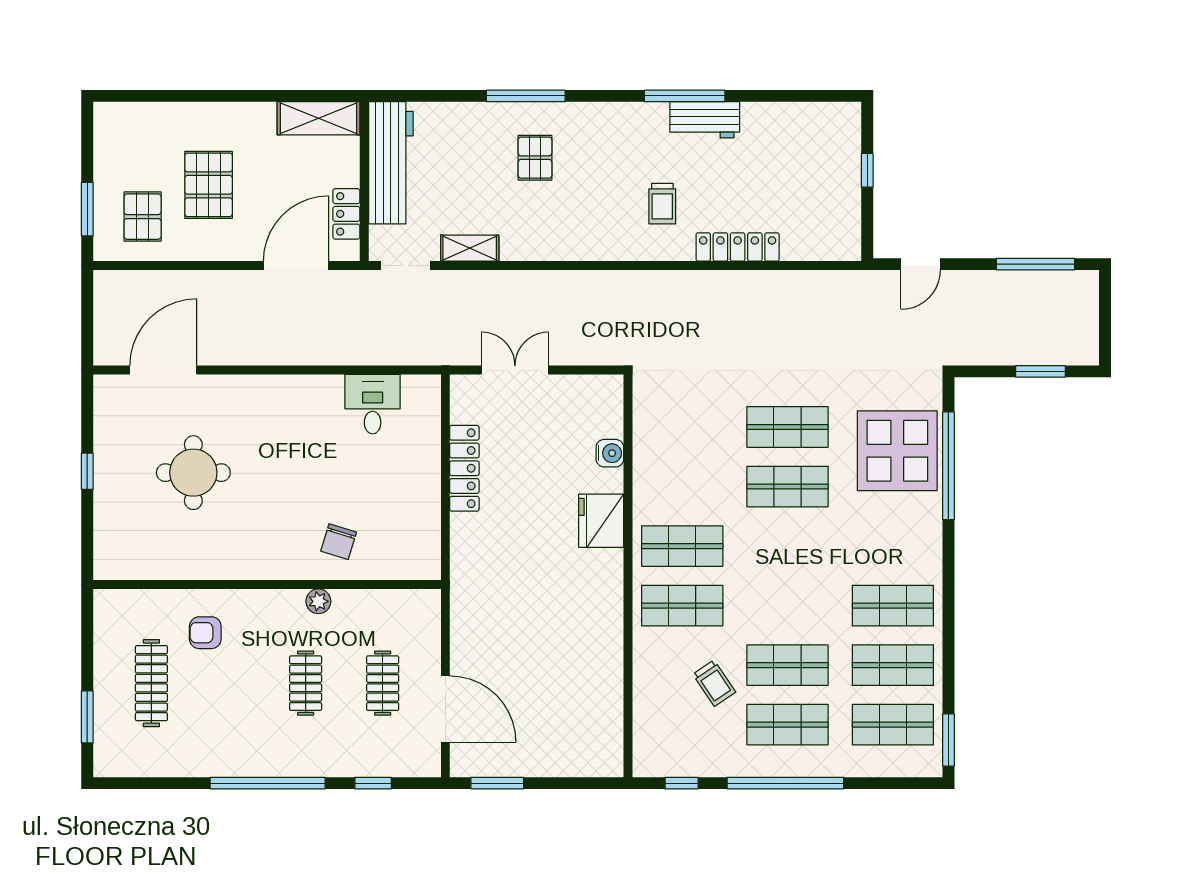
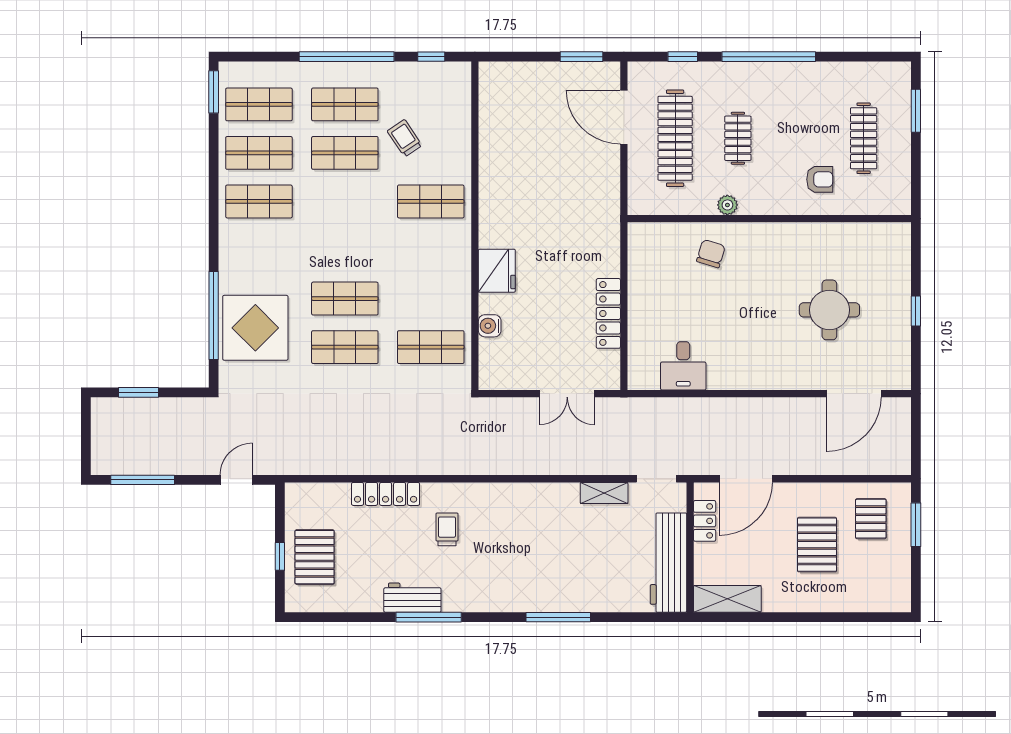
pallet: (535, 158) -> (315, 557), moved, width x1.50, depth x1.42
shop shelf: (682, 546) -> (431, 347), moved
clothes rail: (383, 683) -> (675, 138), width x1.86, depth x1.31

